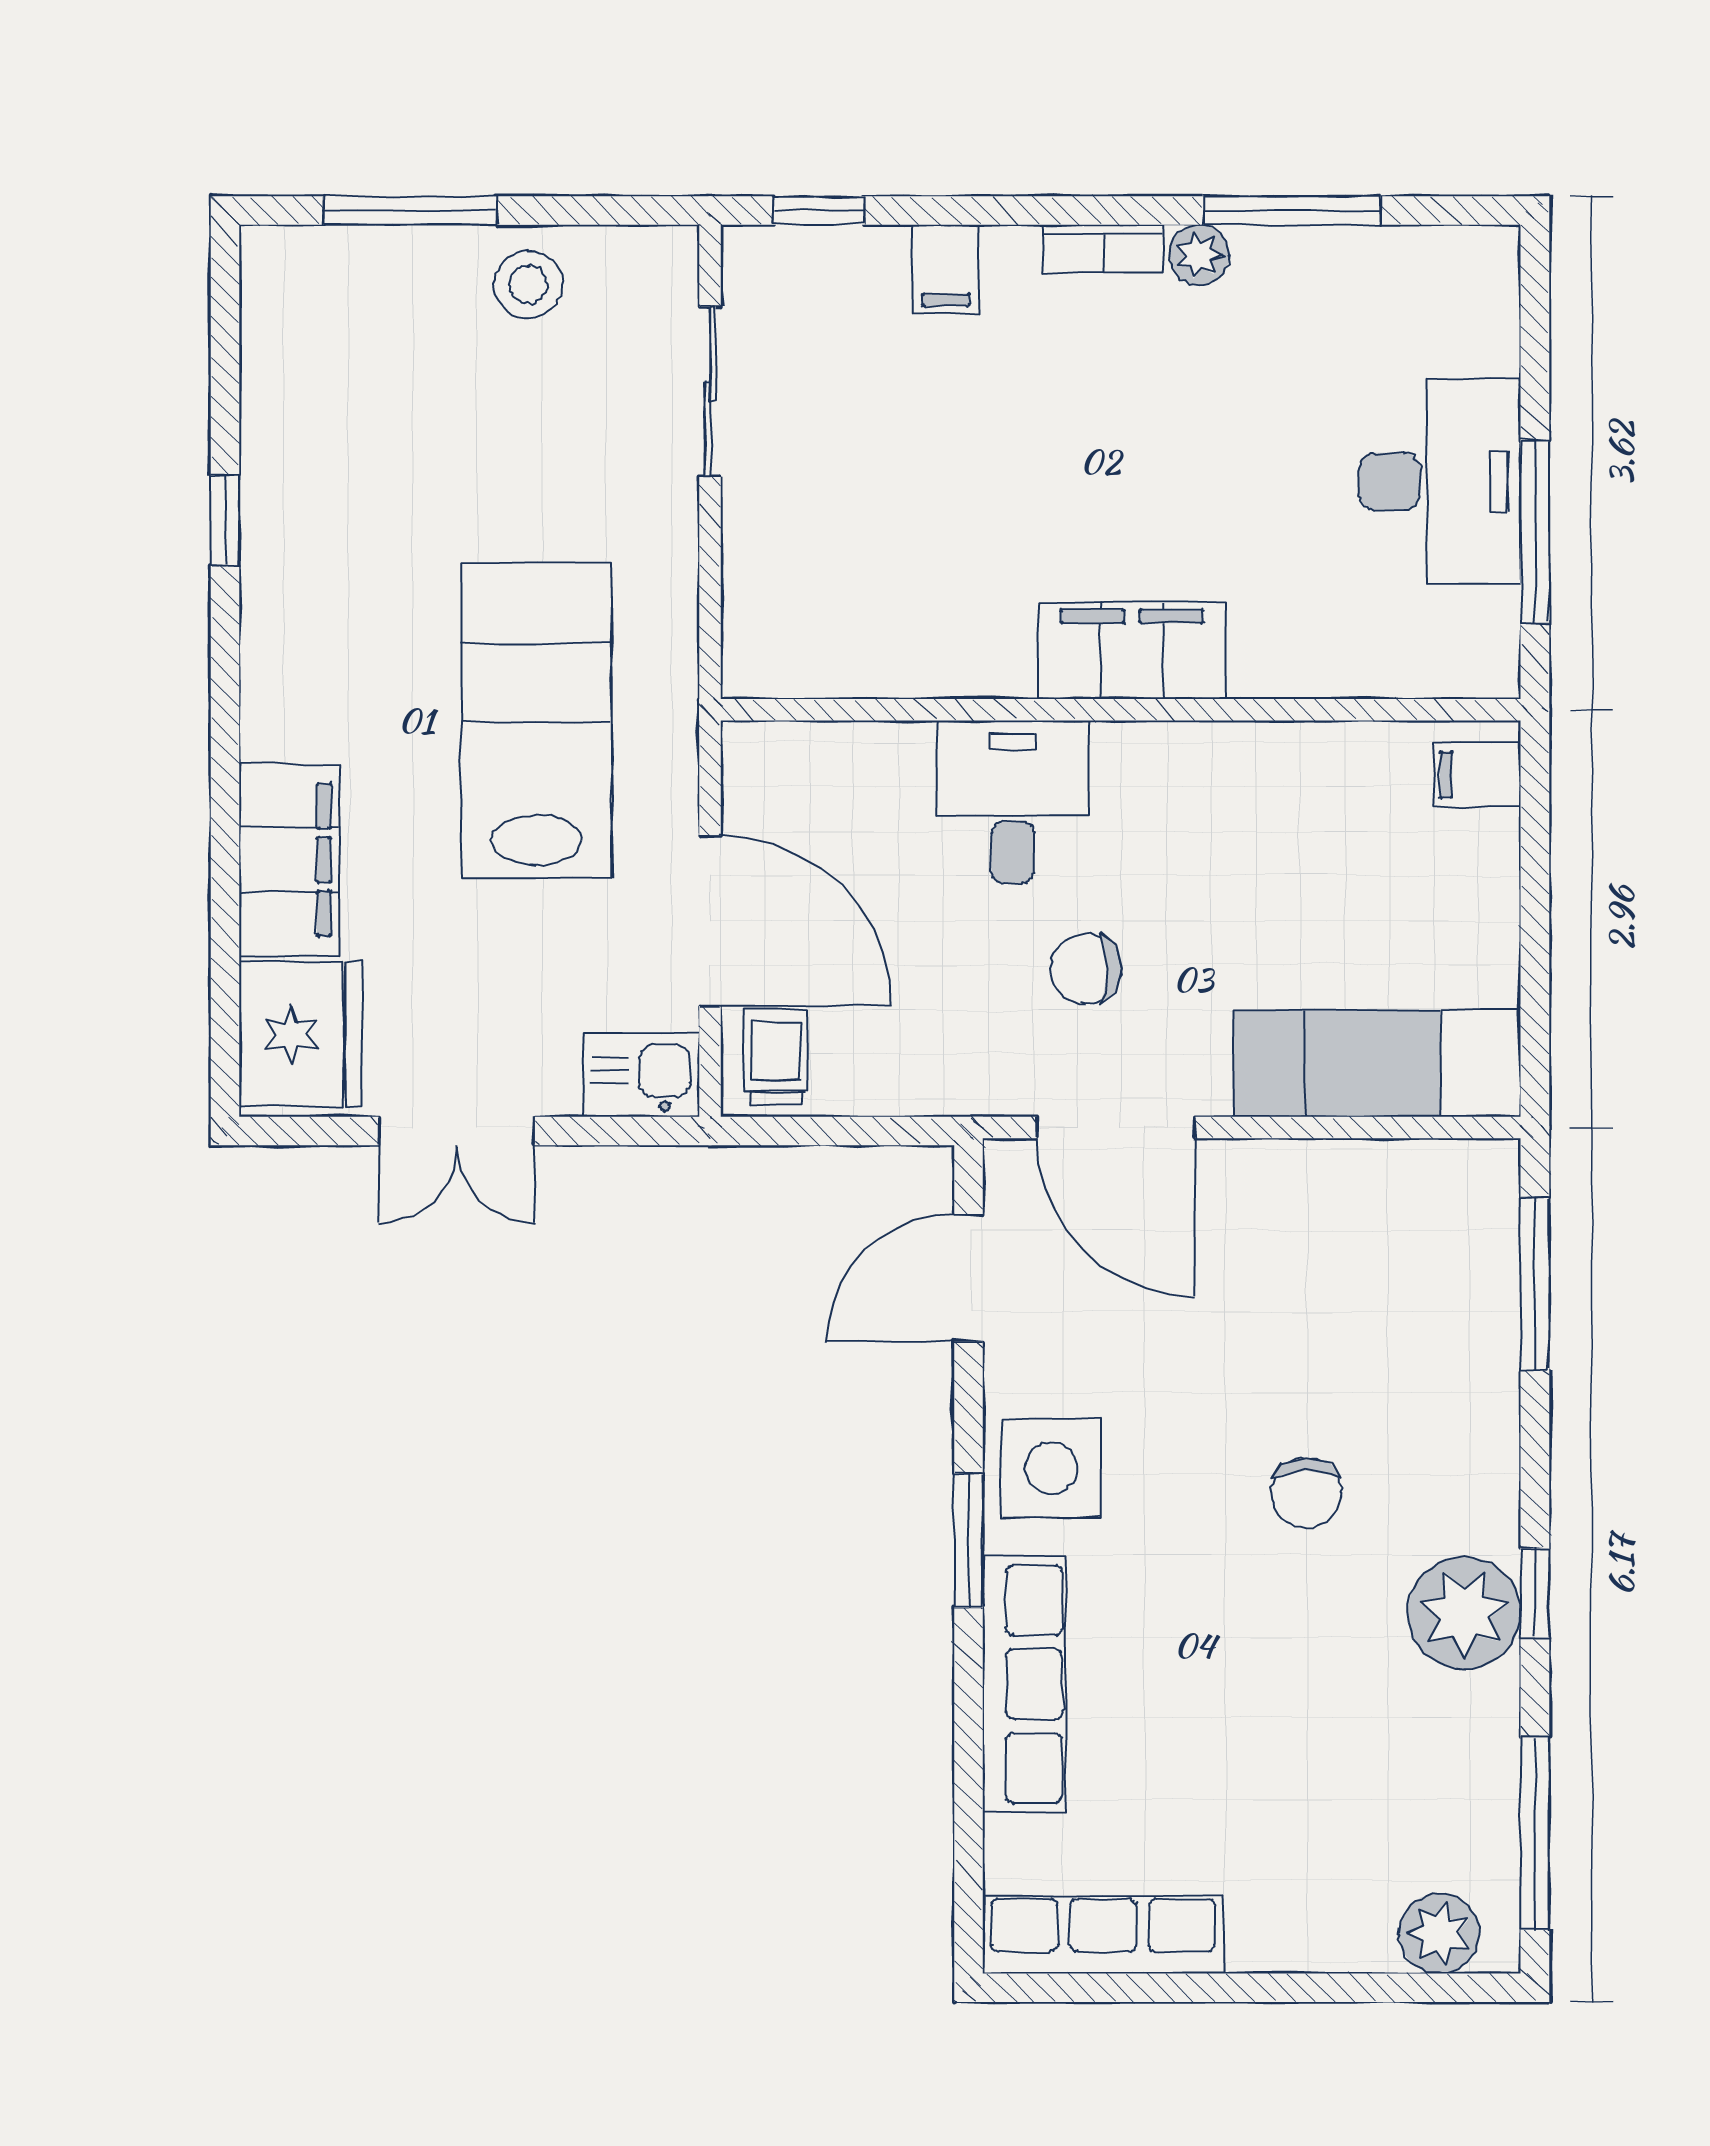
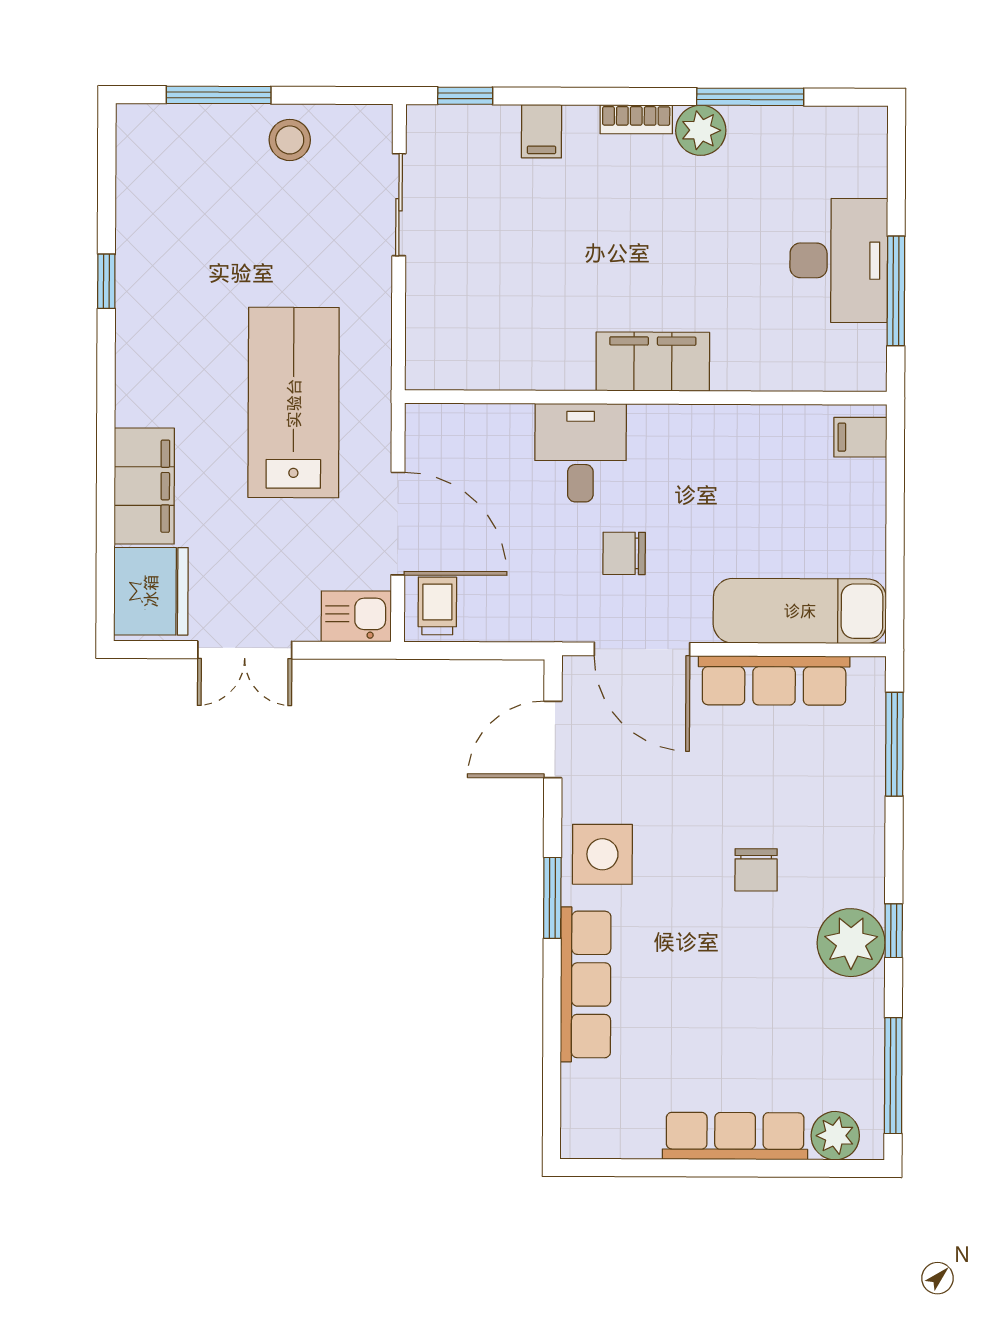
plant: (1199, 255) -> (701, 130), width x1.38, depth x1.38
row of seats: (1335, 1179) -> (774, 681), added
row of seats: (1103, 1935) -> (735, 1136), moved

